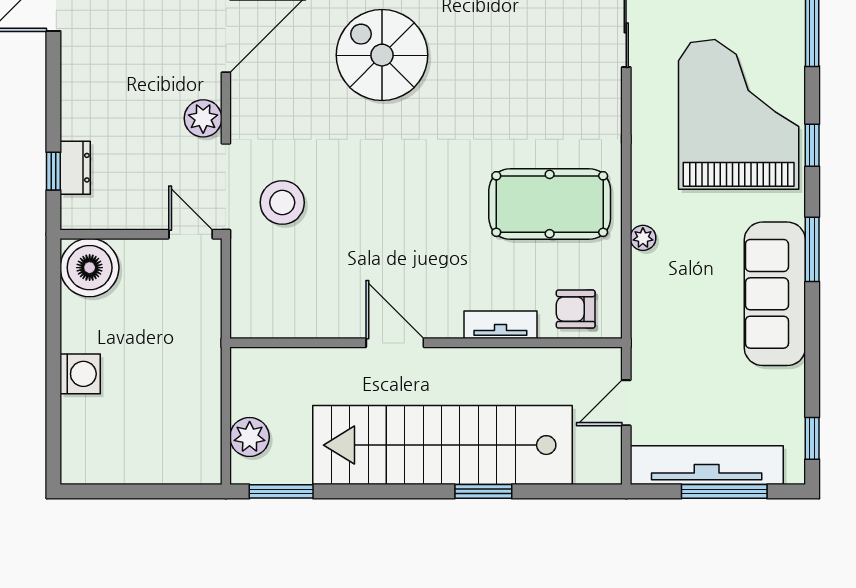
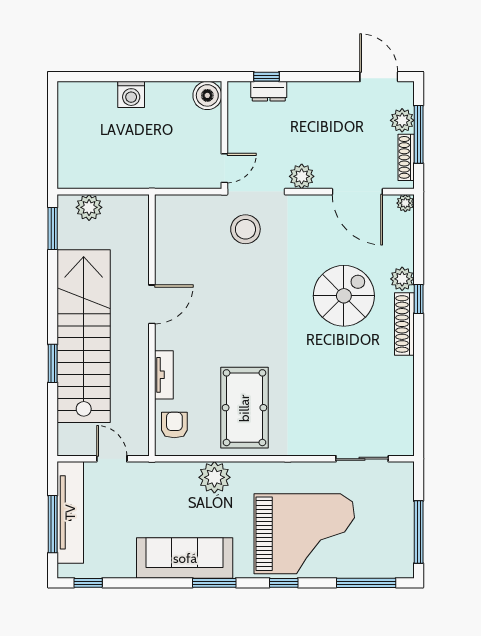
plant: (643, 238) -> (214, 477), width x1.87, depth x1.87
boiler: (90, 268) -> (207, 95), width x0.73, depth x0.73

